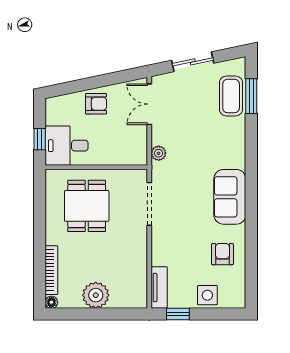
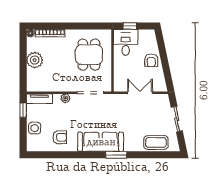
window: (251, 96) -> (116, 155), moved
double door: (149, 104) -> (140, 93), moved
plant: (159, 153) -> (65, 98), moved
sofa: (230, 197) -> (101, 142), width x1.36
dining table: (87, 206) -> (89, 55), turned 90

